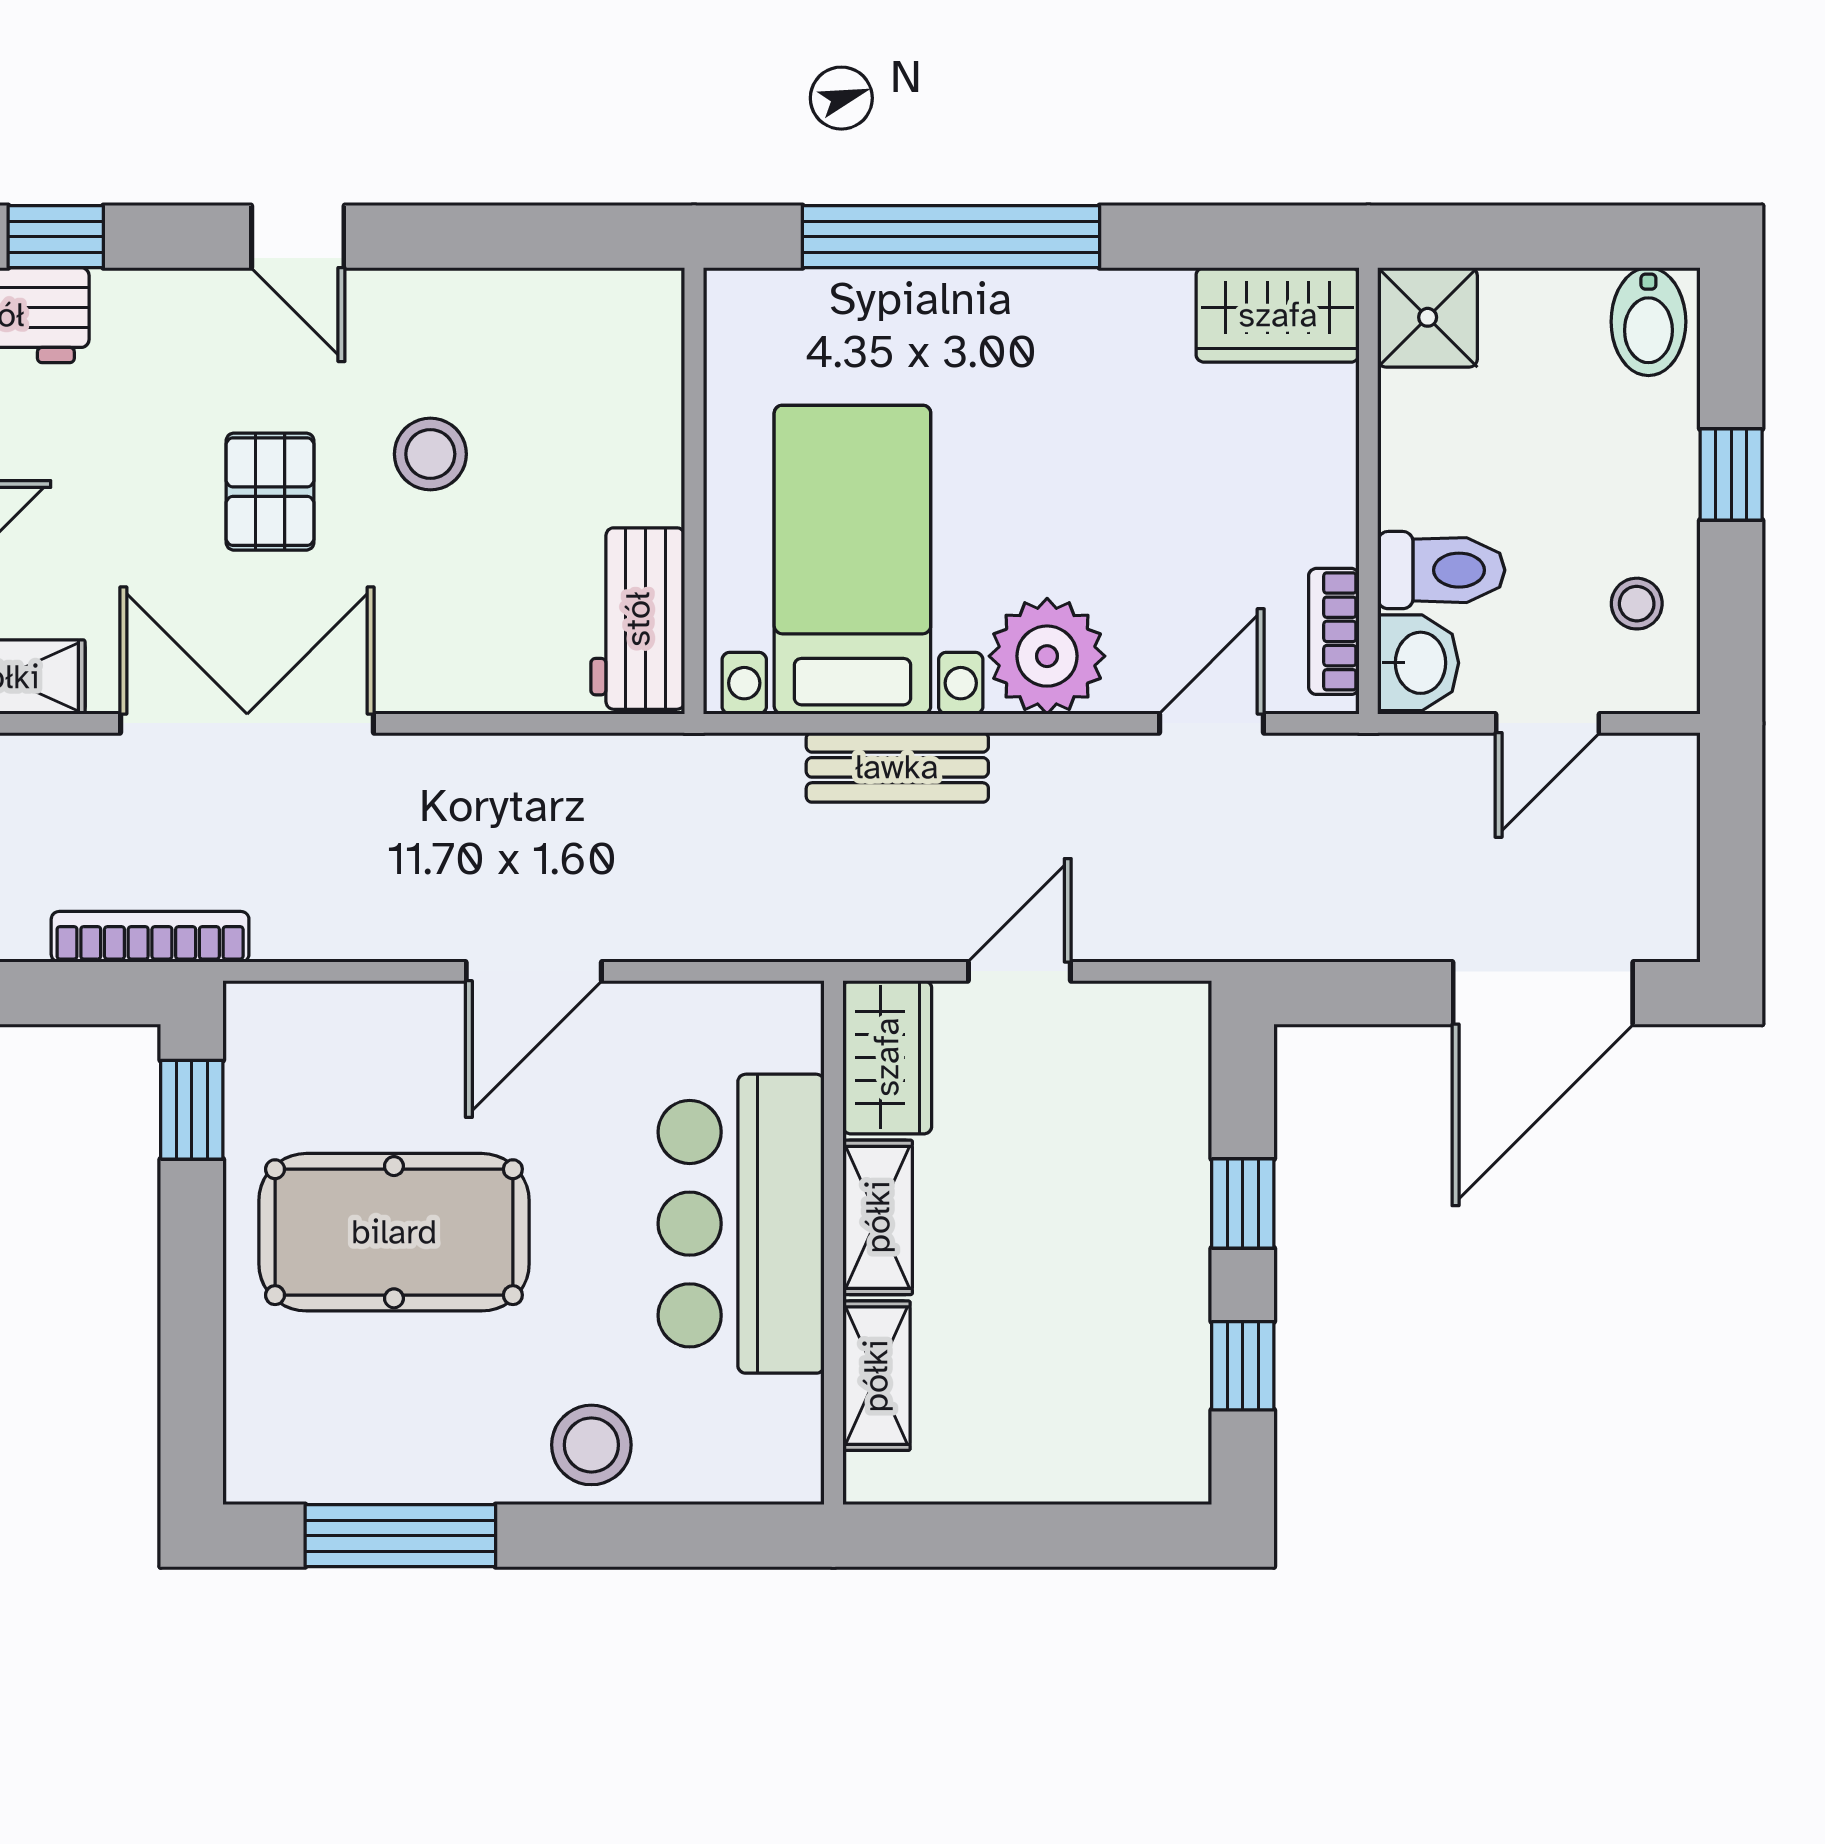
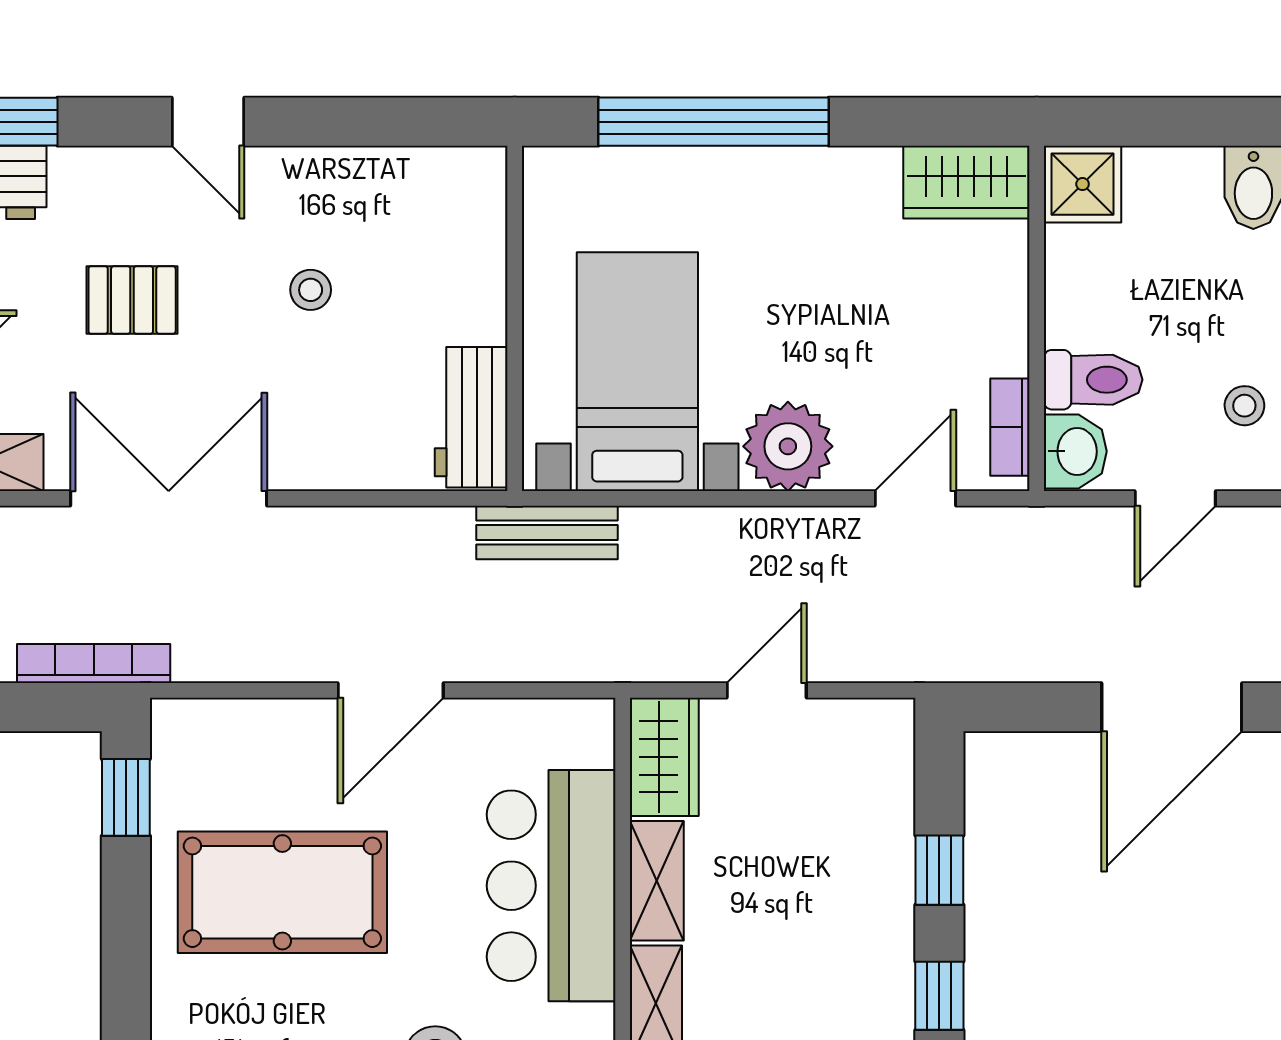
stool: (430, 454) -> (311, 290), width x0.73, depth x0.73
pallet: (270, 492) -> (132, 300), moved, turned 90
bench: (897, 767) -> (547, 532), moved

